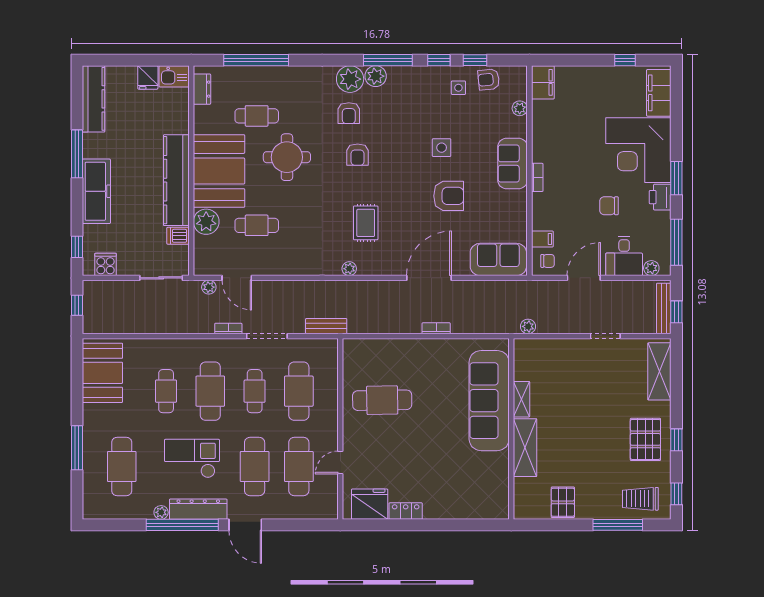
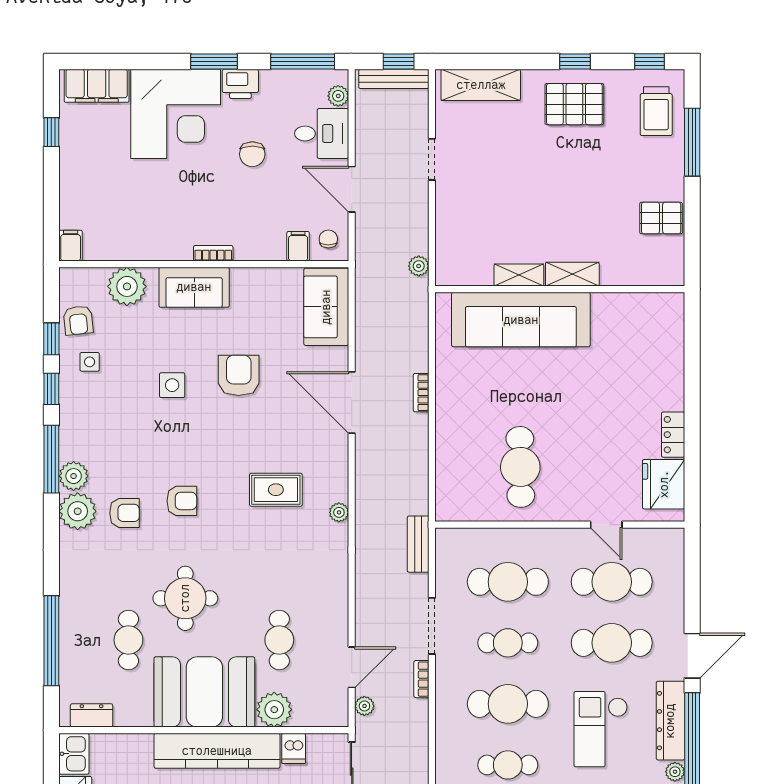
filing cabinet: (543, 82) -> (71, 246), width x0.50
plant: (520, 108) -> (127, 286), width x1.88, depth x1.88
shelving: (525, 448) -> (572, 274), width x0.67, depth x0.75

